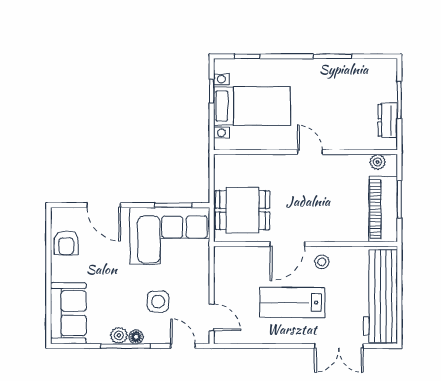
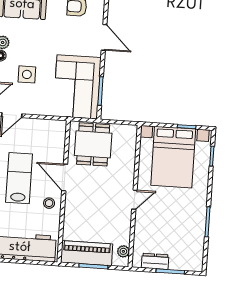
bed with nightstands: (252, 106) -> (173, 157), width x1.36
door: (104, 205) -> (104, 37), swing flipped

